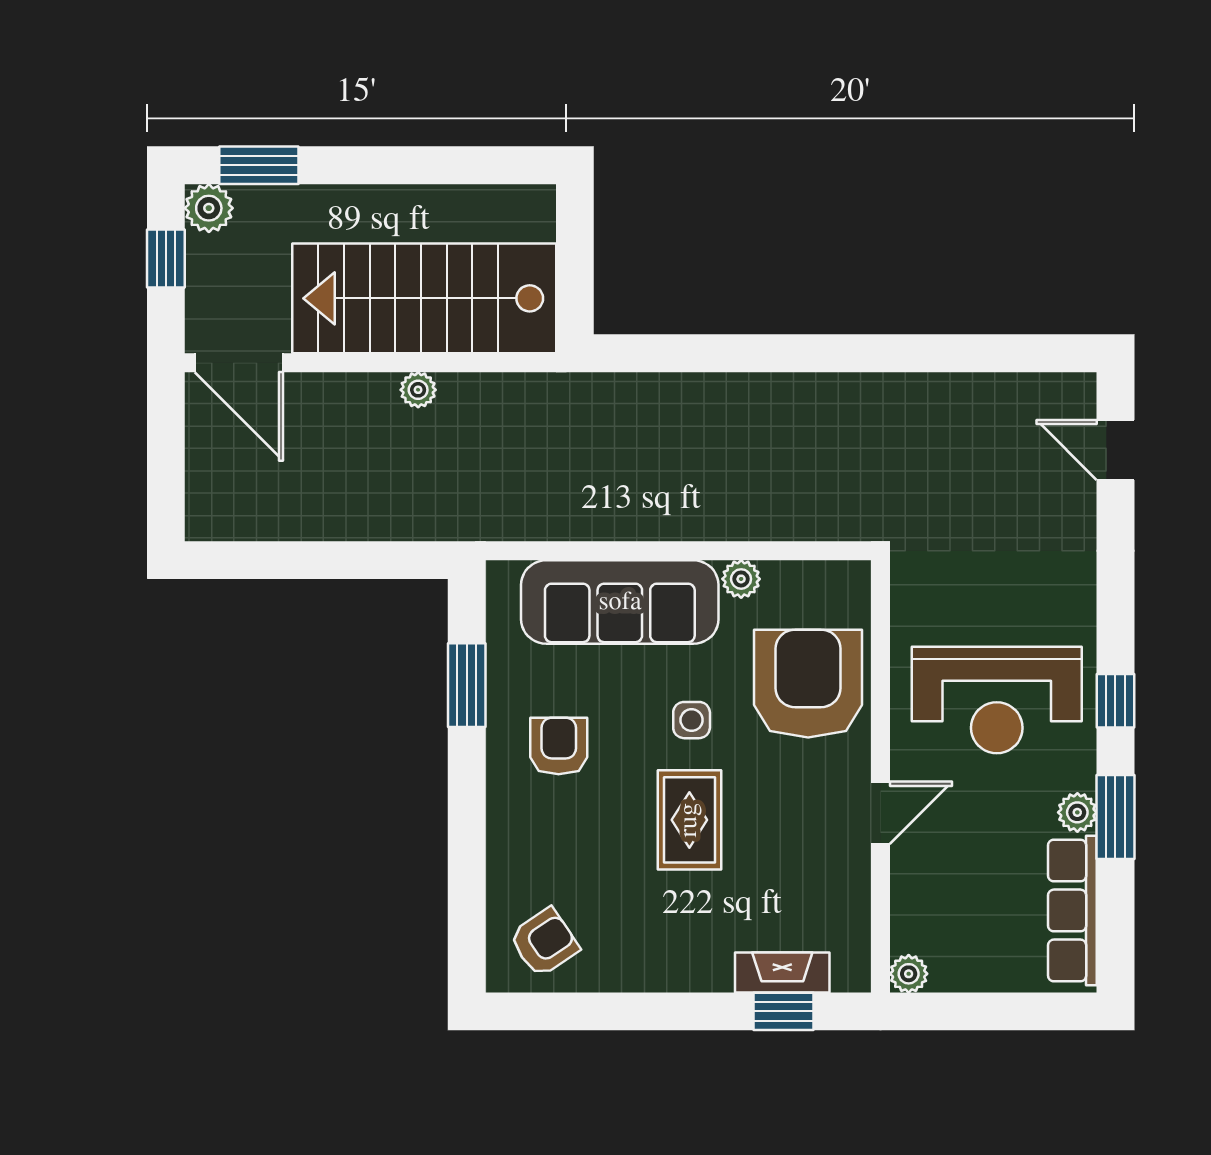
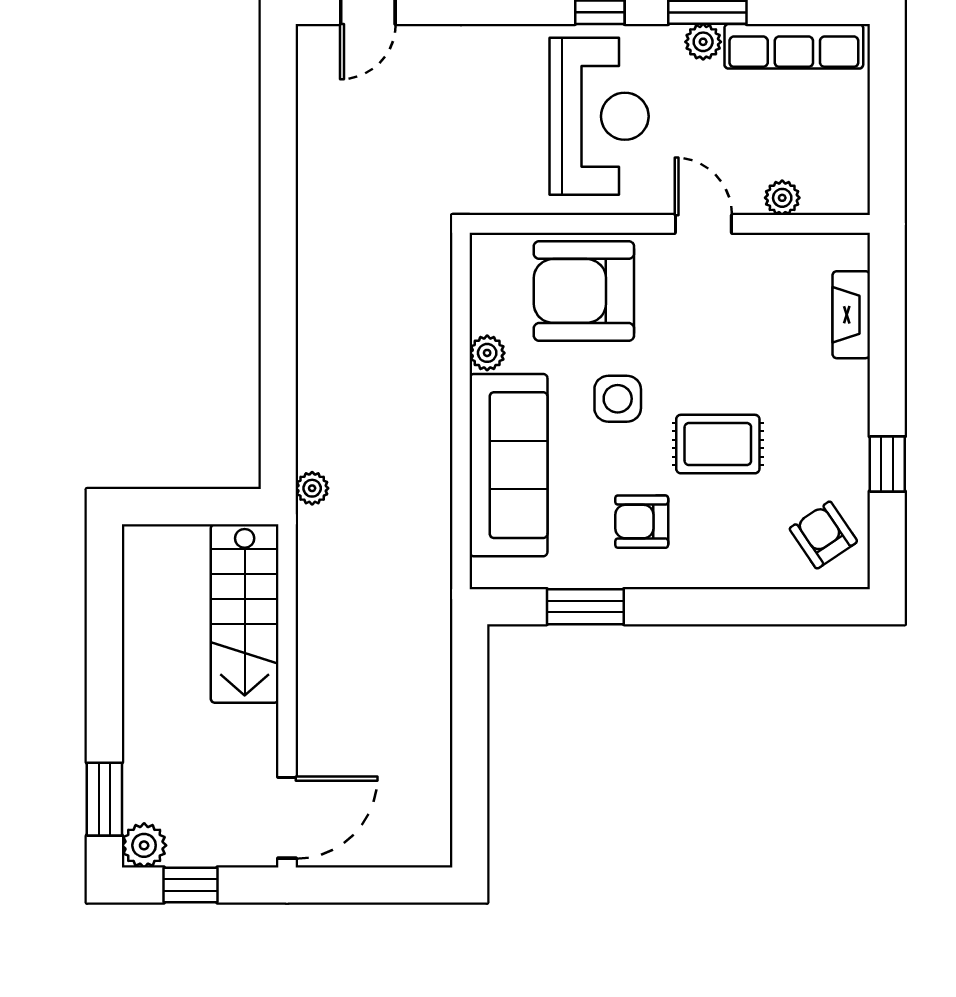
stairs: (424, 298) -> (245, 613), width x0.73, depth x0.66
plant: (418, 390) -> (312, 488), moved
side table: (692, 720) -> (618, 399), width x1.37, depth x1.37
rug: (689, 820) -> (718, 444), moved
plant: (909, 974) -> (782, 198), moved
window: (783, 1011) -> (887, 464), moved

